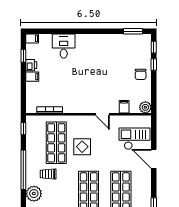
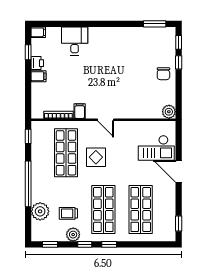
filing cabinet: (124, 107) -> (80, 111), moved
door: (102, 114) -> (106, 120), moved
checkout: (134, 139) -> (156, 148), turned 180
trolley: (48, 174) -> (68, 213), moved

